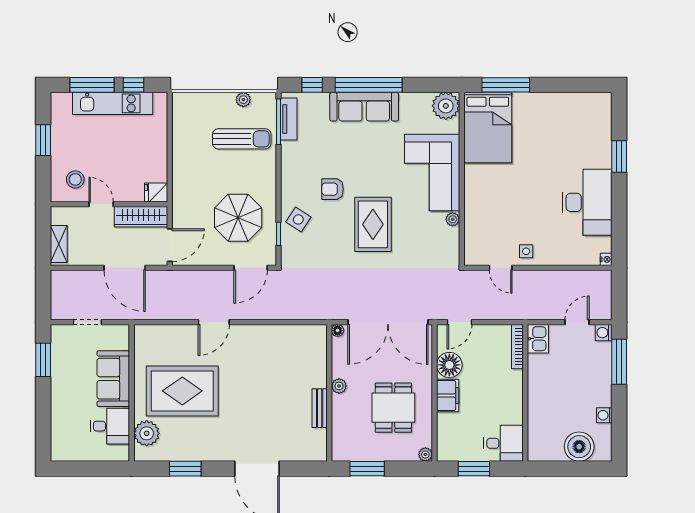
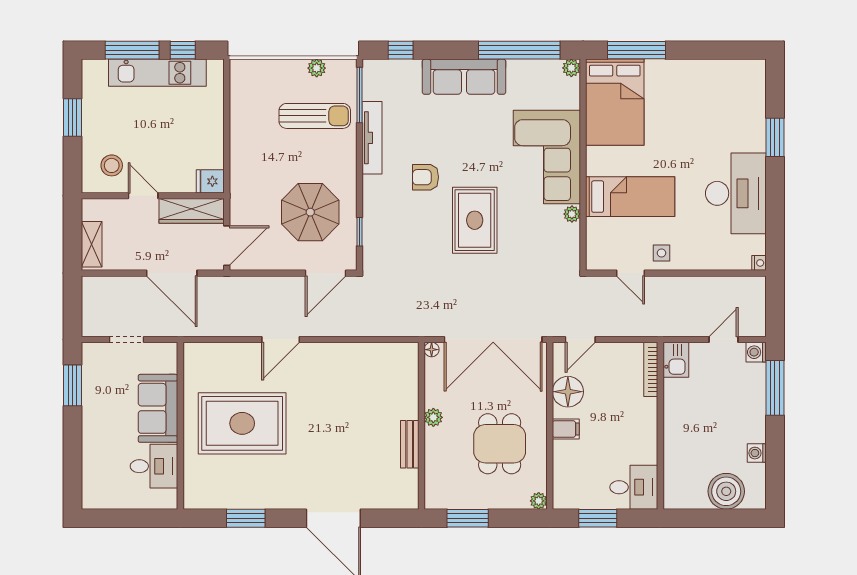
window: (369, 85) -> (519, 50), moved
plant: (446, 106) -> (571, 68), width x0.53, depth x0.53
tv unit: (289, 119) -> (372, 138), moved, width x1.41
bed: (500, 205) -> (630, 197), added
side table: (298, 219) -> (384, 214), removed
filing cabinet: (448, 396) -> (566, 429), width x0.50
plant: (147, 433) -> (199, 475), removed

